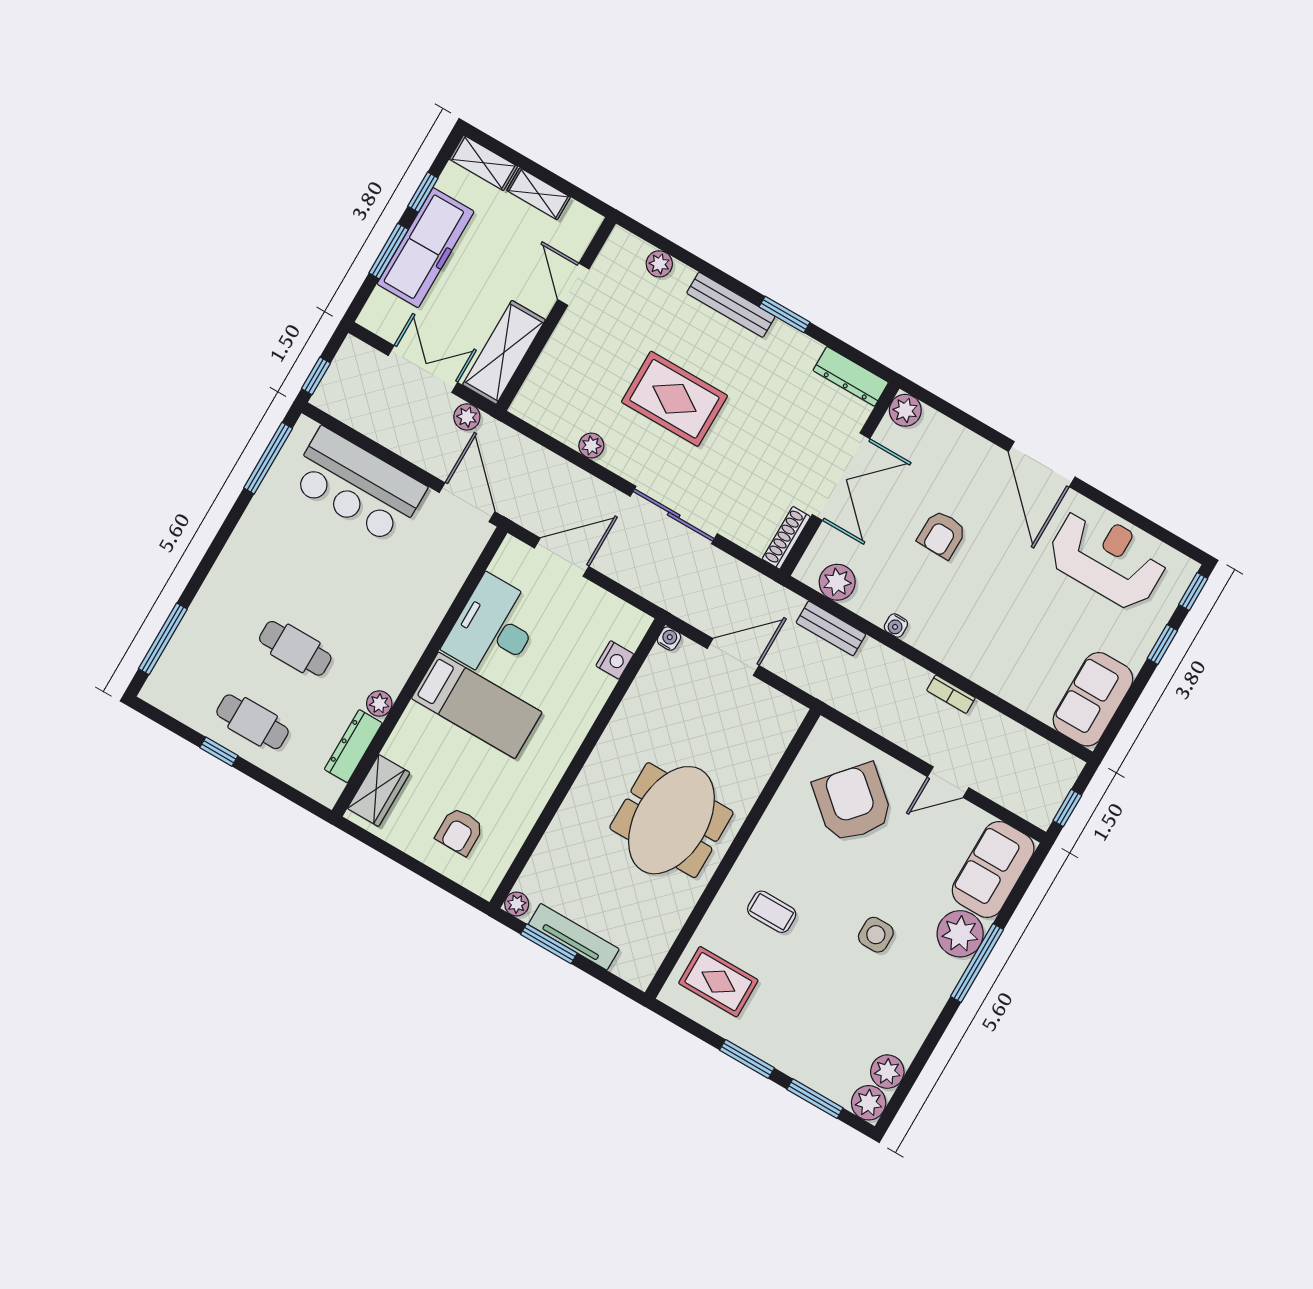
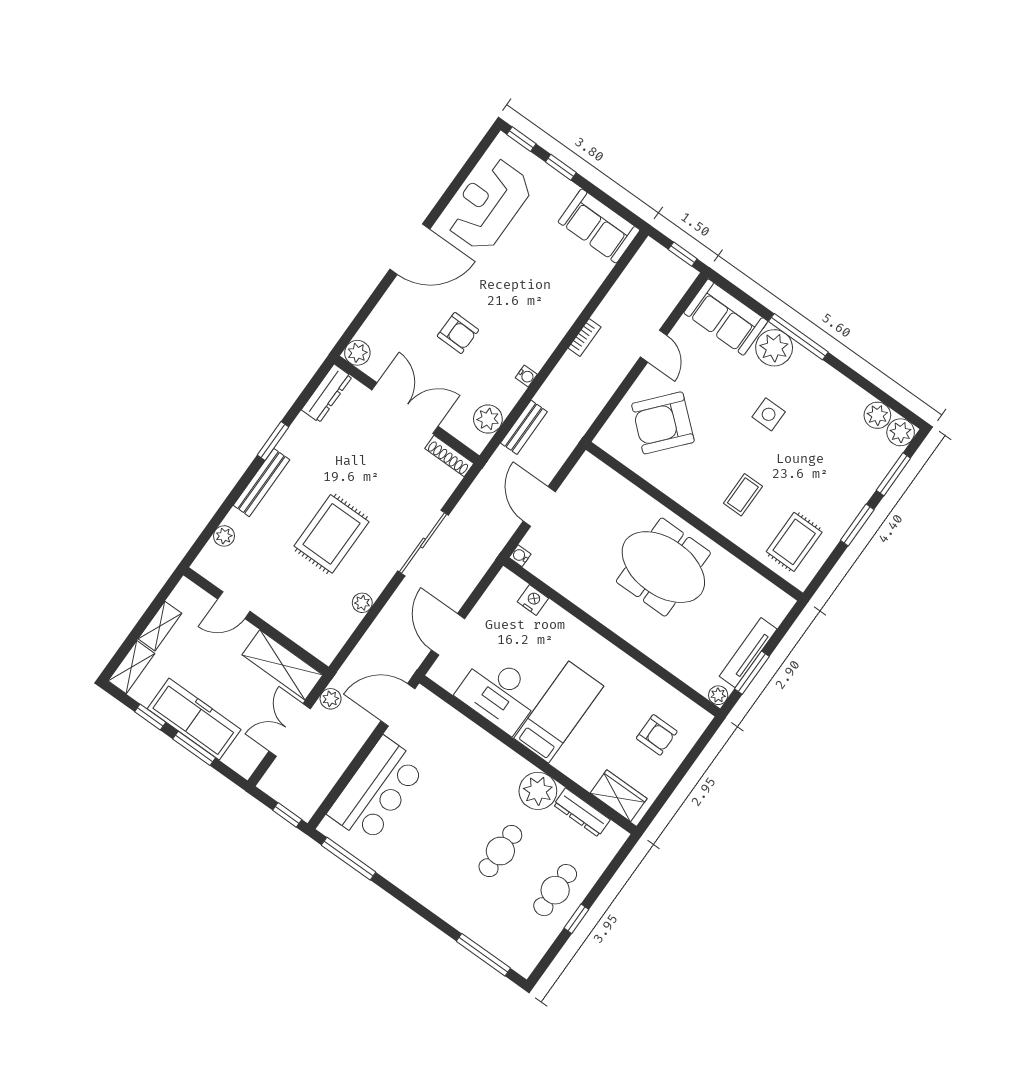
plant: (379, 704) -> (538, 791), width x1.88, depth x1.88

